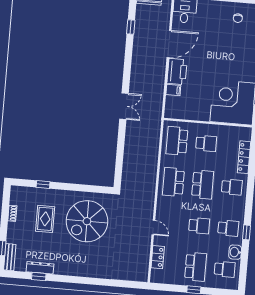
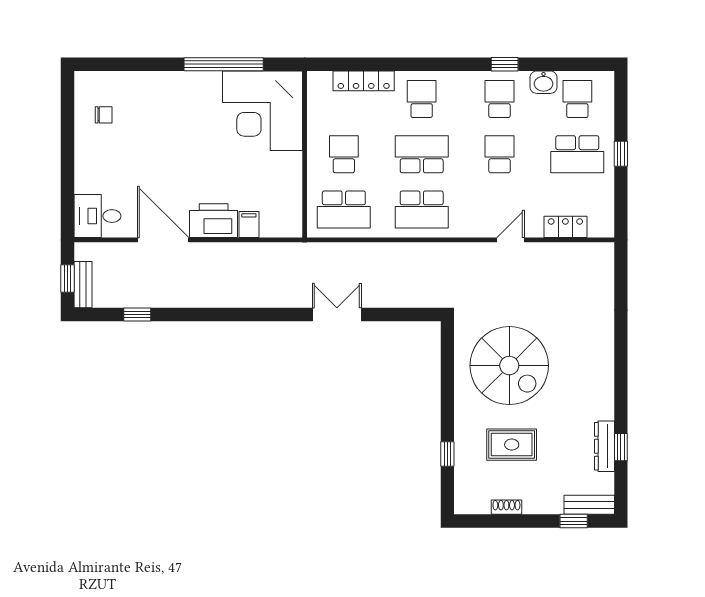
double door: (124, 106) -> (337, 315), moved
school desk: (196, 267) -> (577, 154), turned 180

